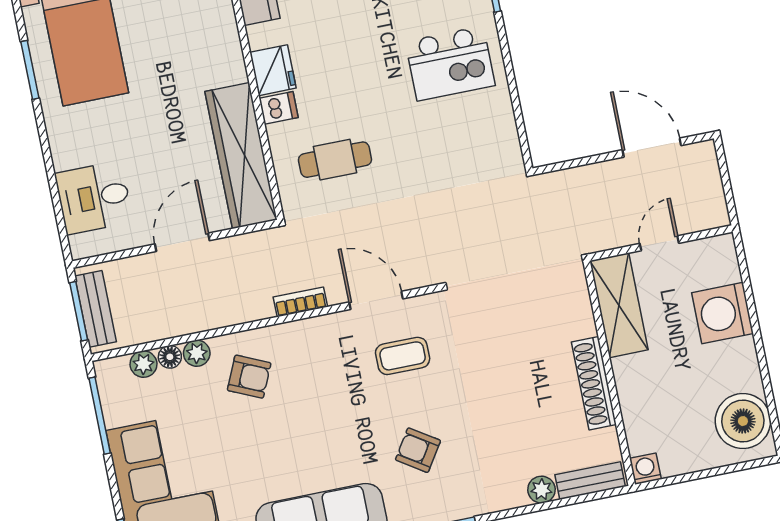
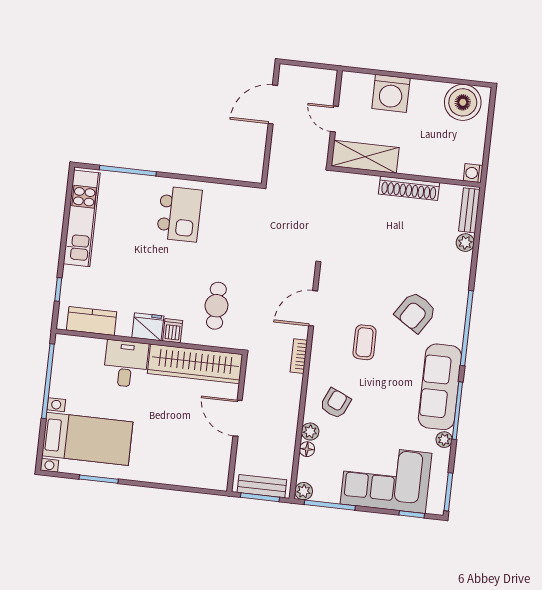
desk: (94, 198) -> (126, 364), moved, turned 180
coffee table: (403, 356) -> (365, 342), moved
plant: (143, 364) -> (304, 491), moved
armchair: (418, 450) -> (416, 312), width x1.38, depth x1.38

